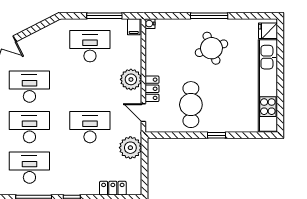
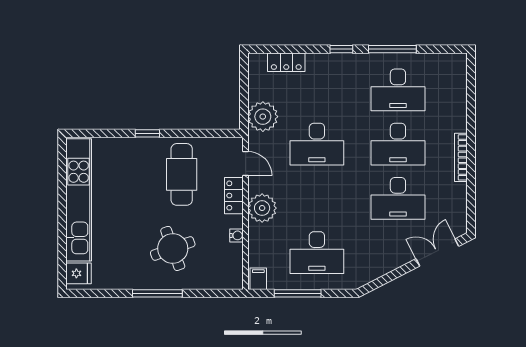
water cooler: (150, 24) -> (237, 235), moved
round table: (211, 48) -> (173, 248), moved

